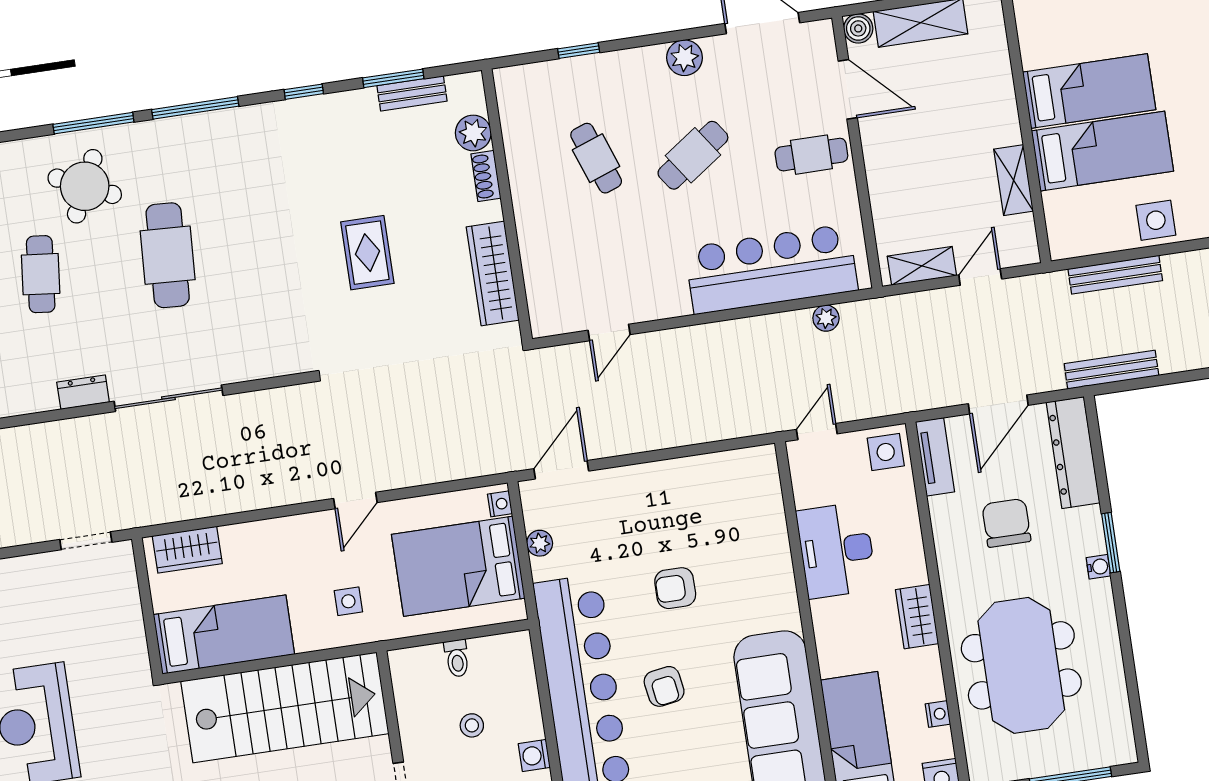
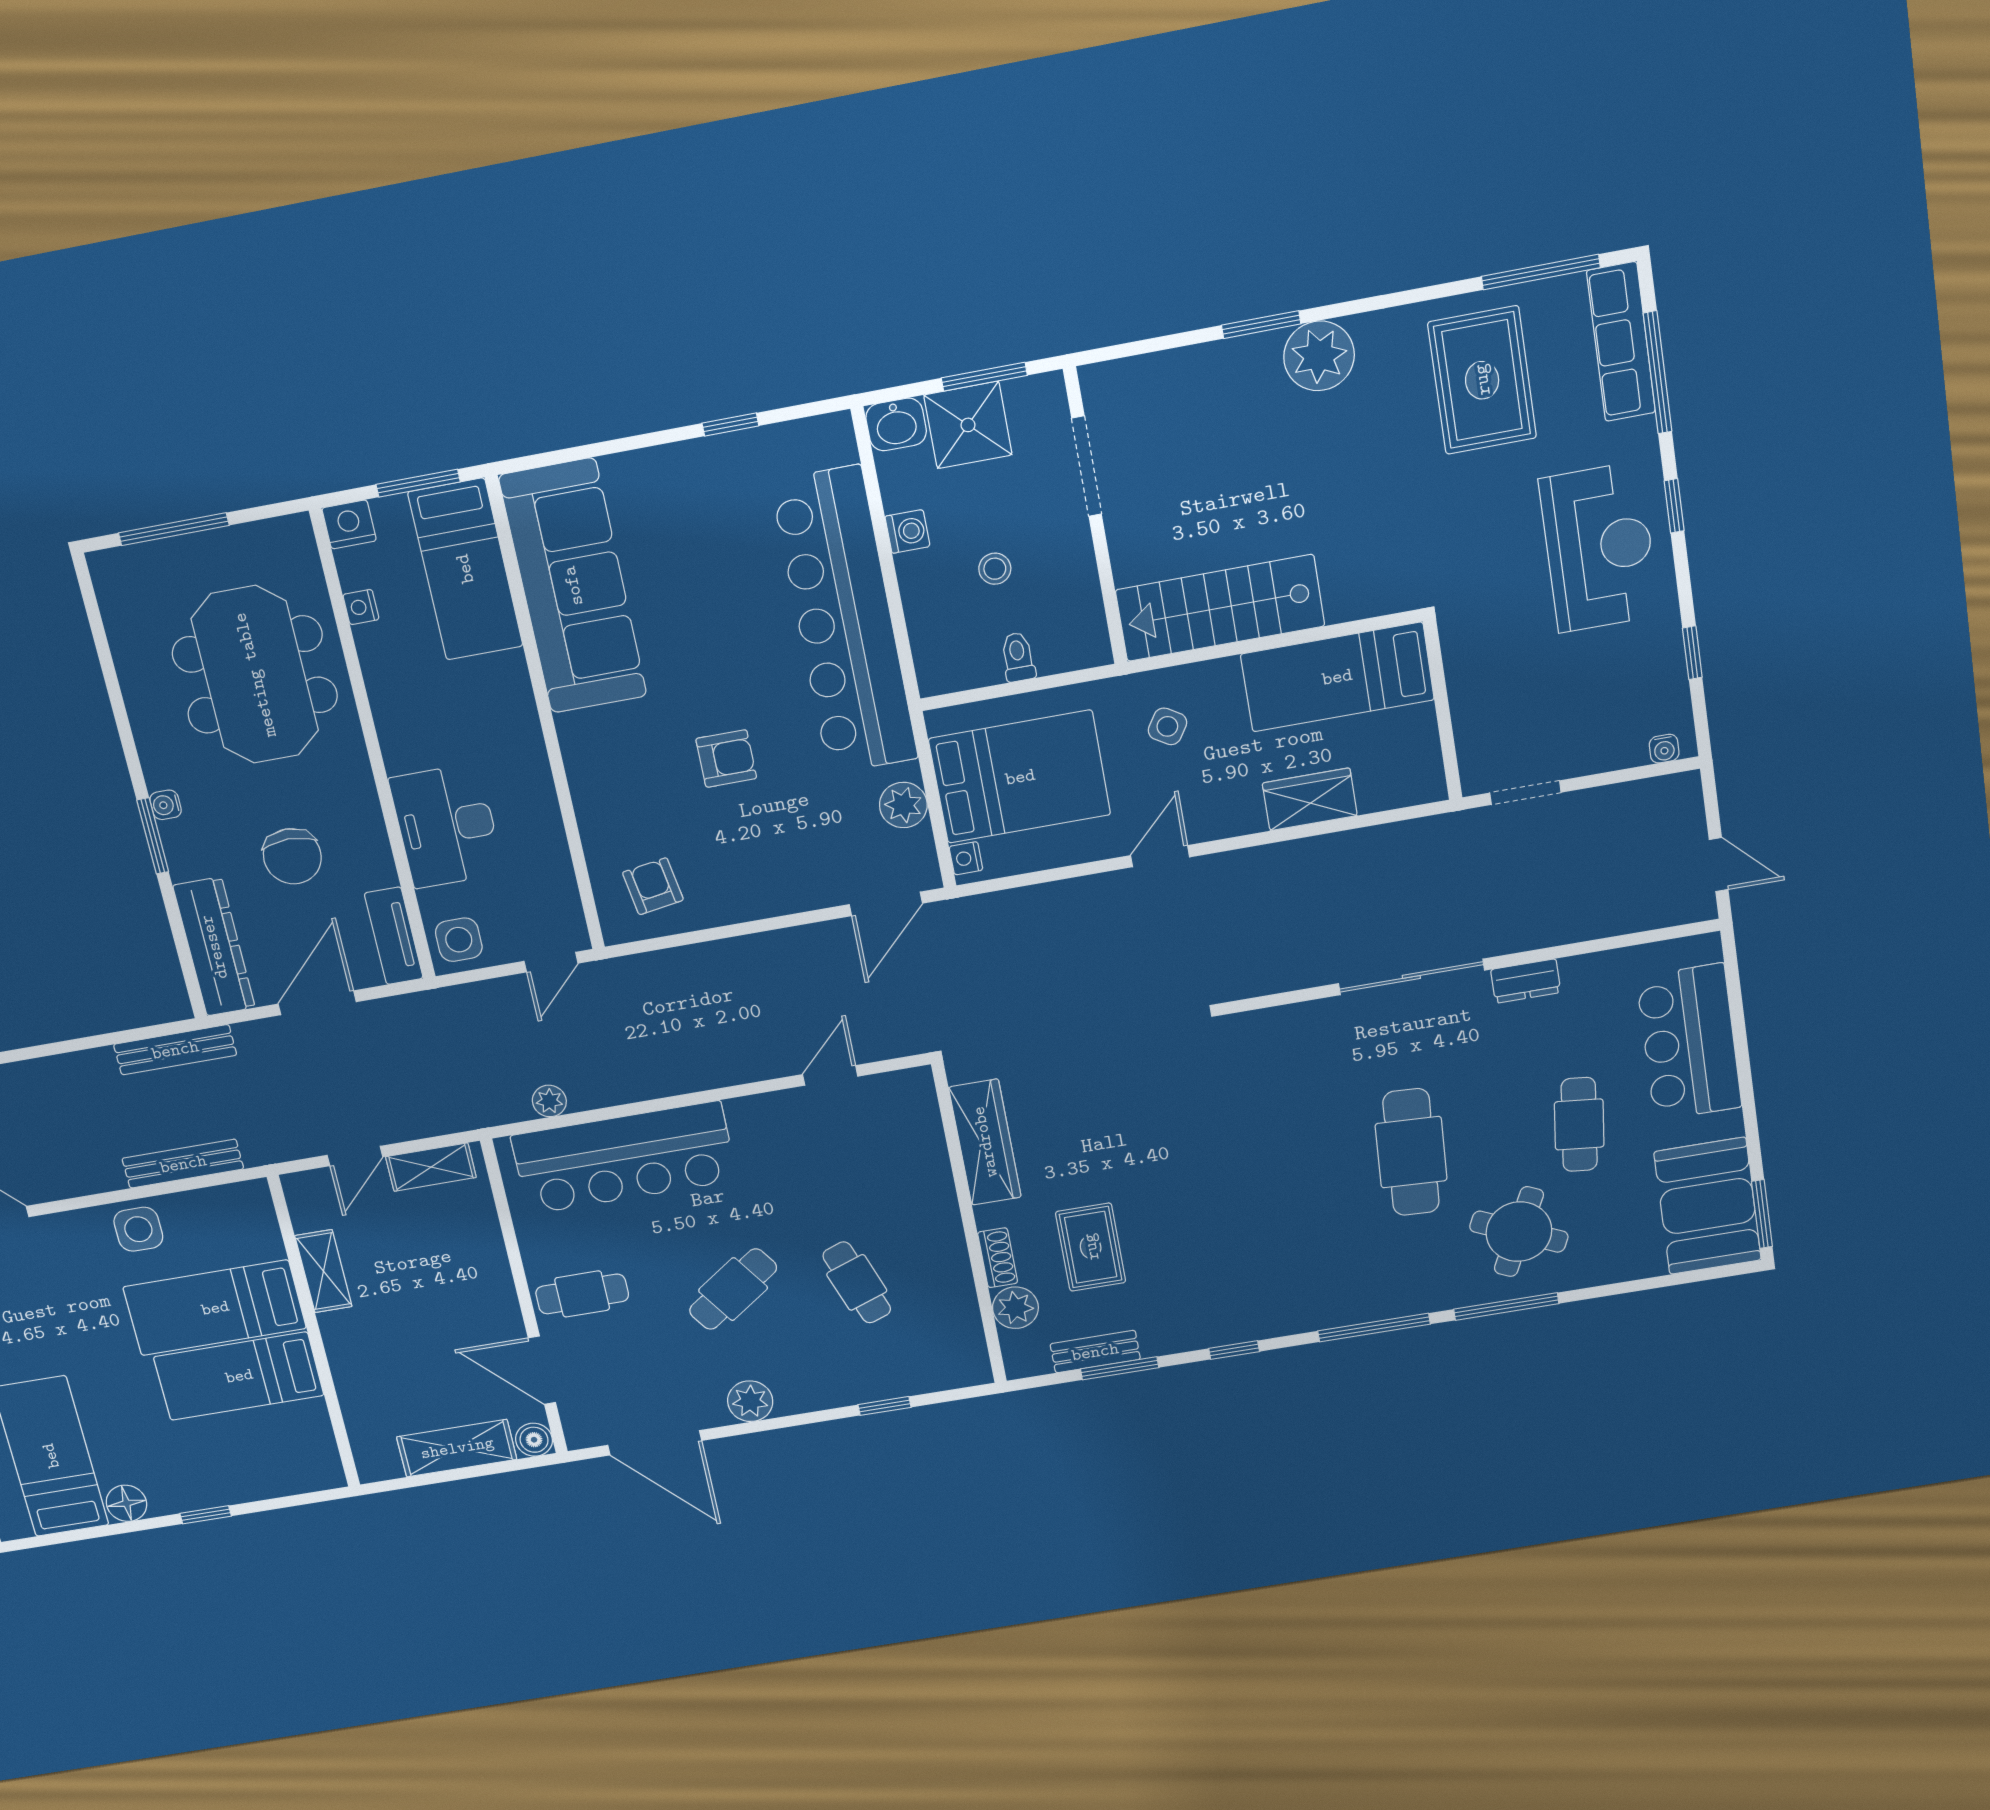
rug: (367, 253) -> (1091, 1247), moved
plant: (540, 543) -> (903, 805), width x1.38, depth x1.38
wardrobe: (187, 550) -> (1310, 799), moved
desk: (836, 550) -> (446, 826), moved, turned 180
side table: (348, 601) -> (1167, 726), turned 32
wardrobe: (917, 617) -> (400, 733), removed
armchair: (664, 686) -> (653, 886), moved
stairs: (285, 707) -> (1220, 608), width x0.73, depth x0.66

